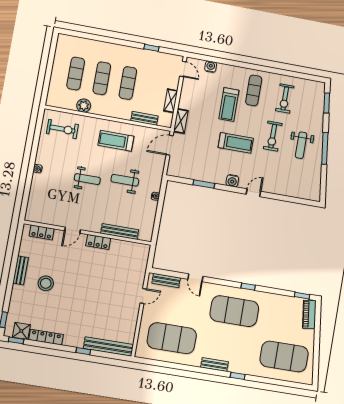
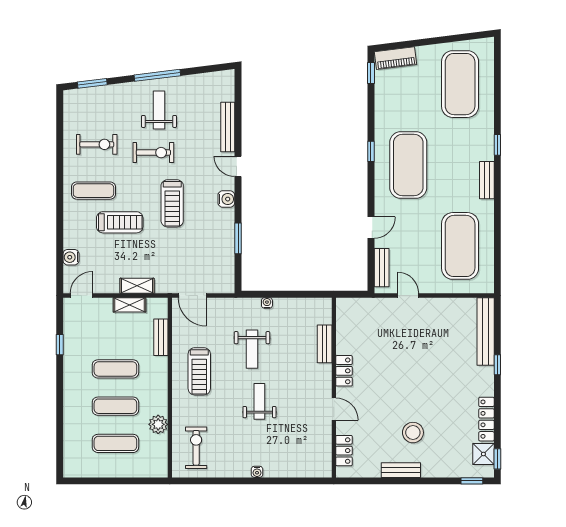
shelving: (181, 121) -> (137, 286), moved
treadmill: (236, 143) -> (172, 203), turned 180
weight bench: (301, 145) -> (159, 110), turned -90
bench: (282, 190) -> (228, 127), added
bench: (120, 232) -> (325, 344), width x0.73

